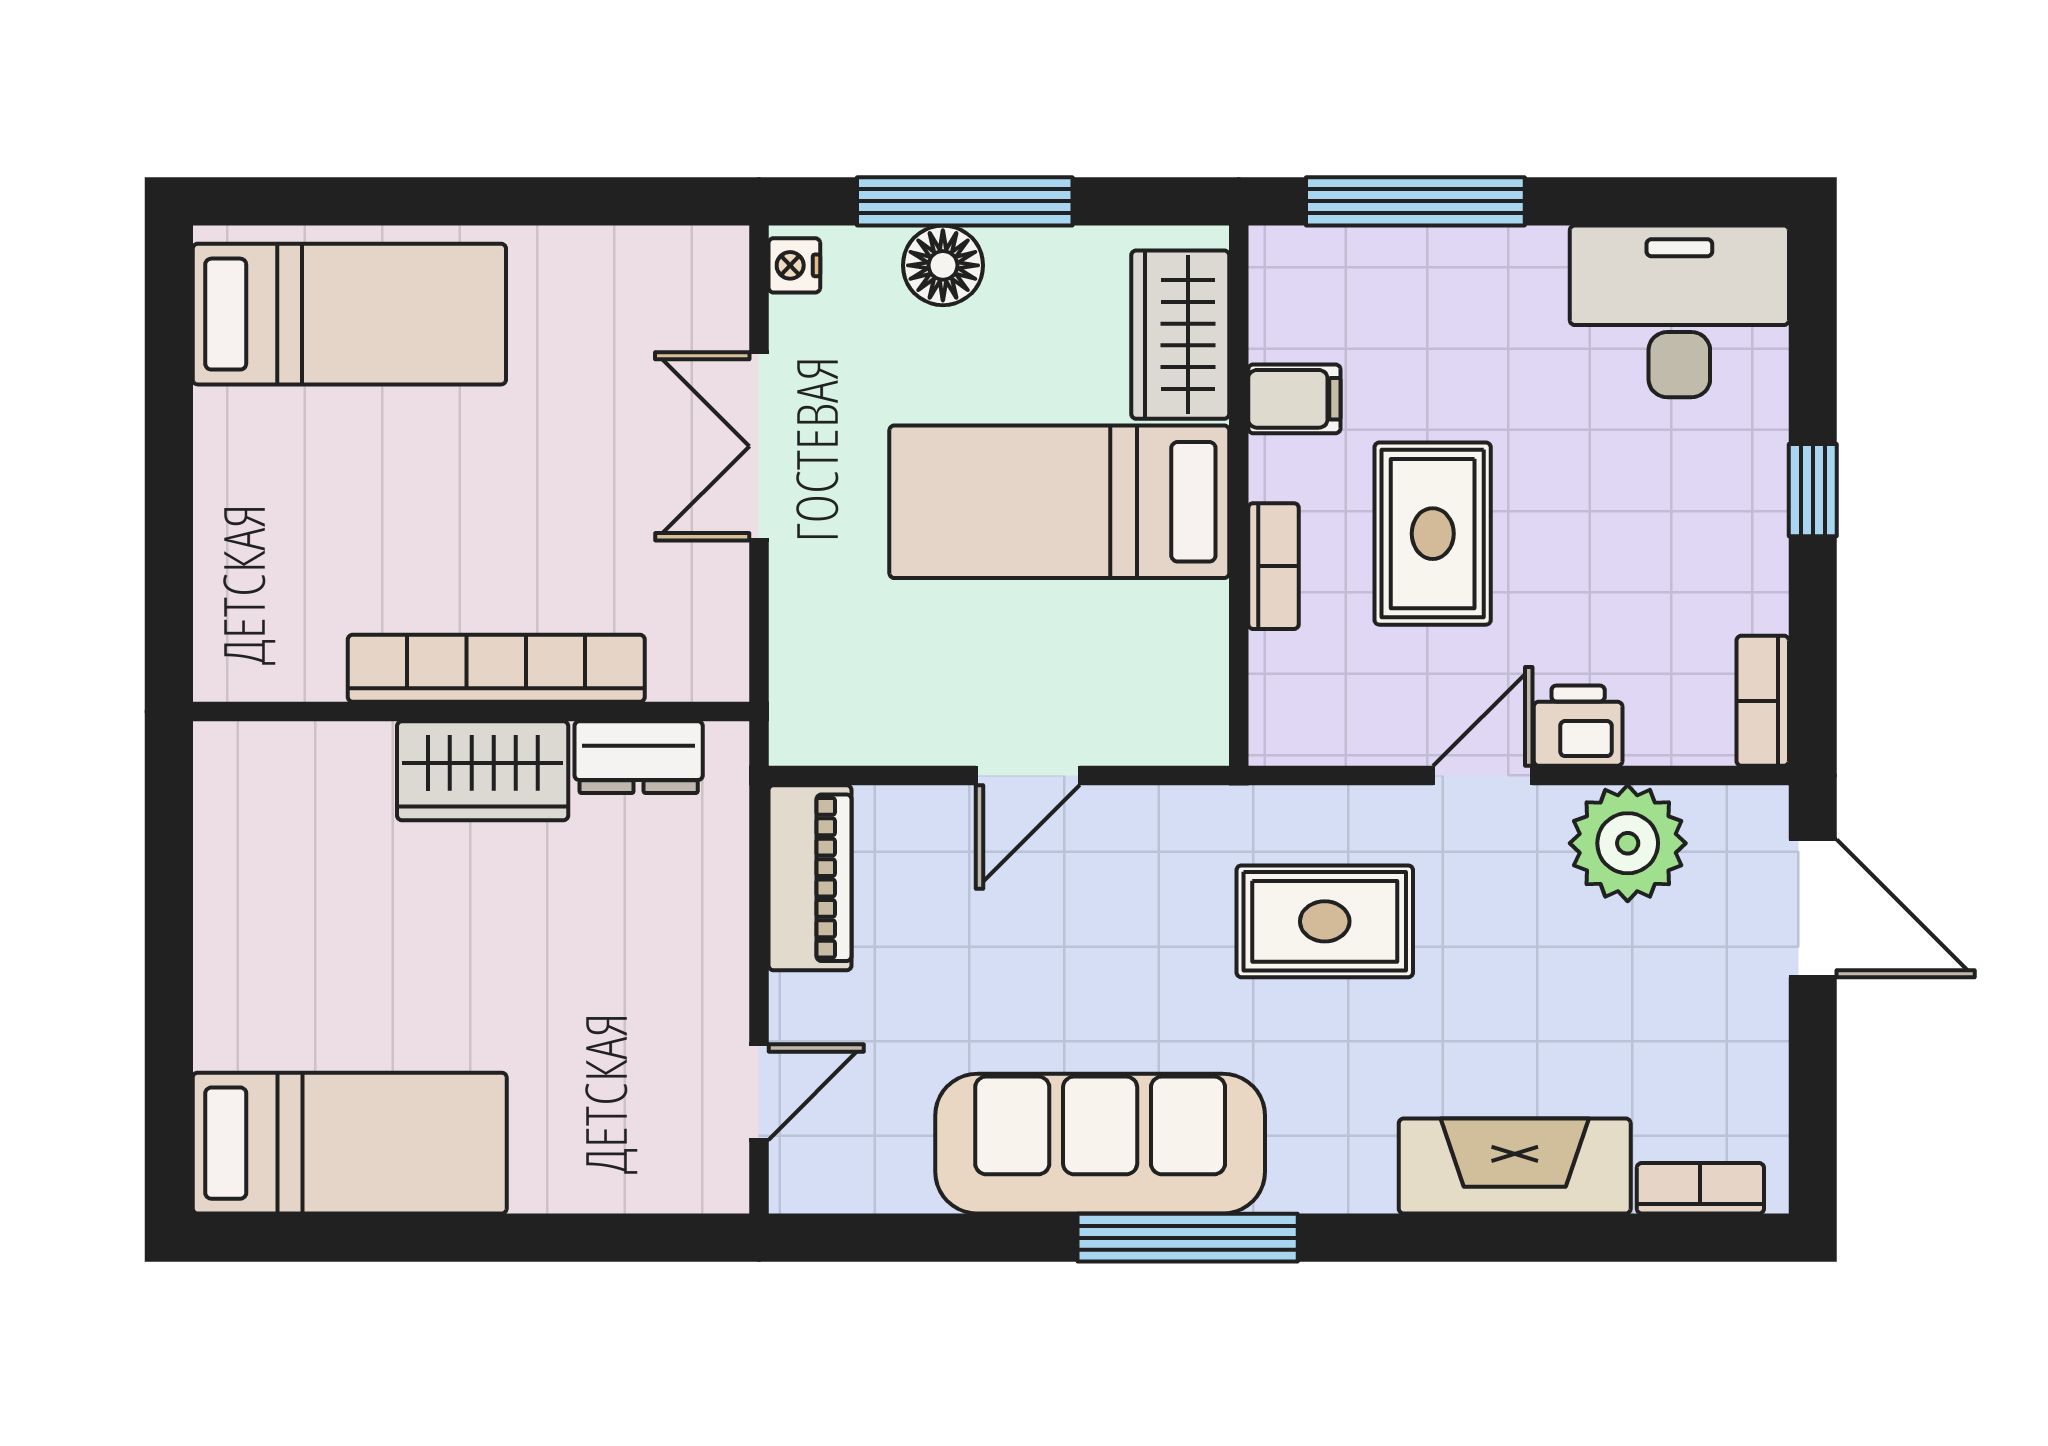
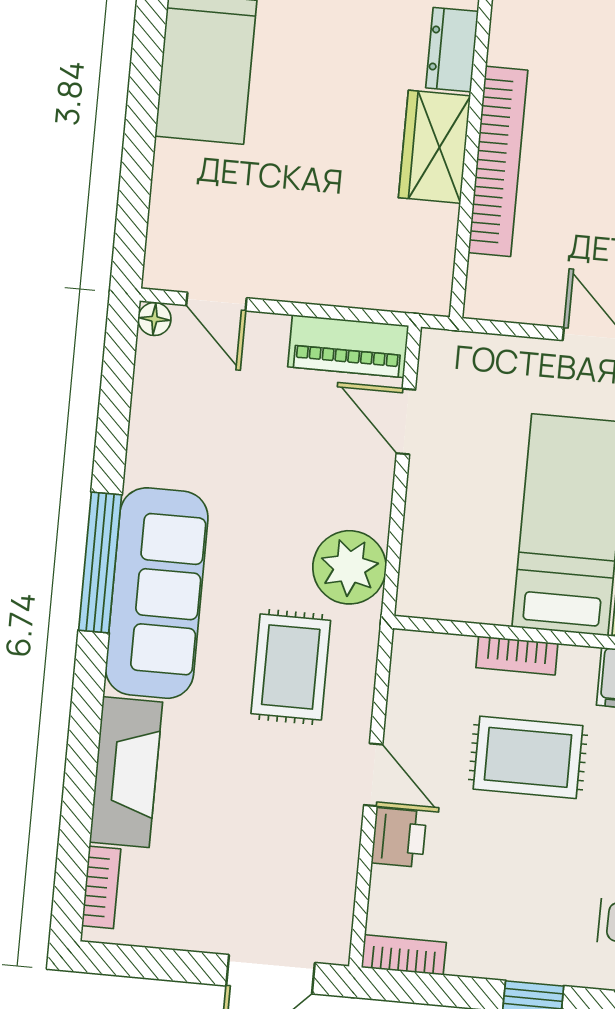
dresser: (639, 757) -> (452, 50), moved
door: (1028, 775) -> (406, 422), moved
plant: (1628, 843) -> (349, 567), moved
sofa: (1100, 1144) -> (157, 593), moved
floor lamp: (795, 1187) -> (154, 319), added

